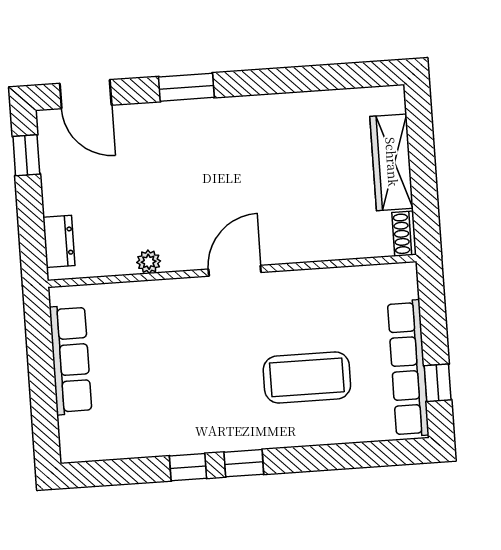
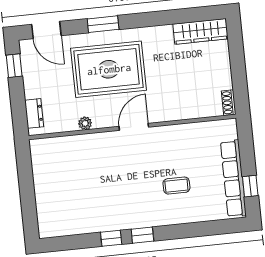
wardrobe: (392, 162) -> (200, 31), moved, turned -90
rug: (193, 167) -> (109, 69), added
row of seats: (71, 360) -> (43, 180), removed
coffee table: (307, 377) -> (176, 186), width x0.54, depth x0.58

